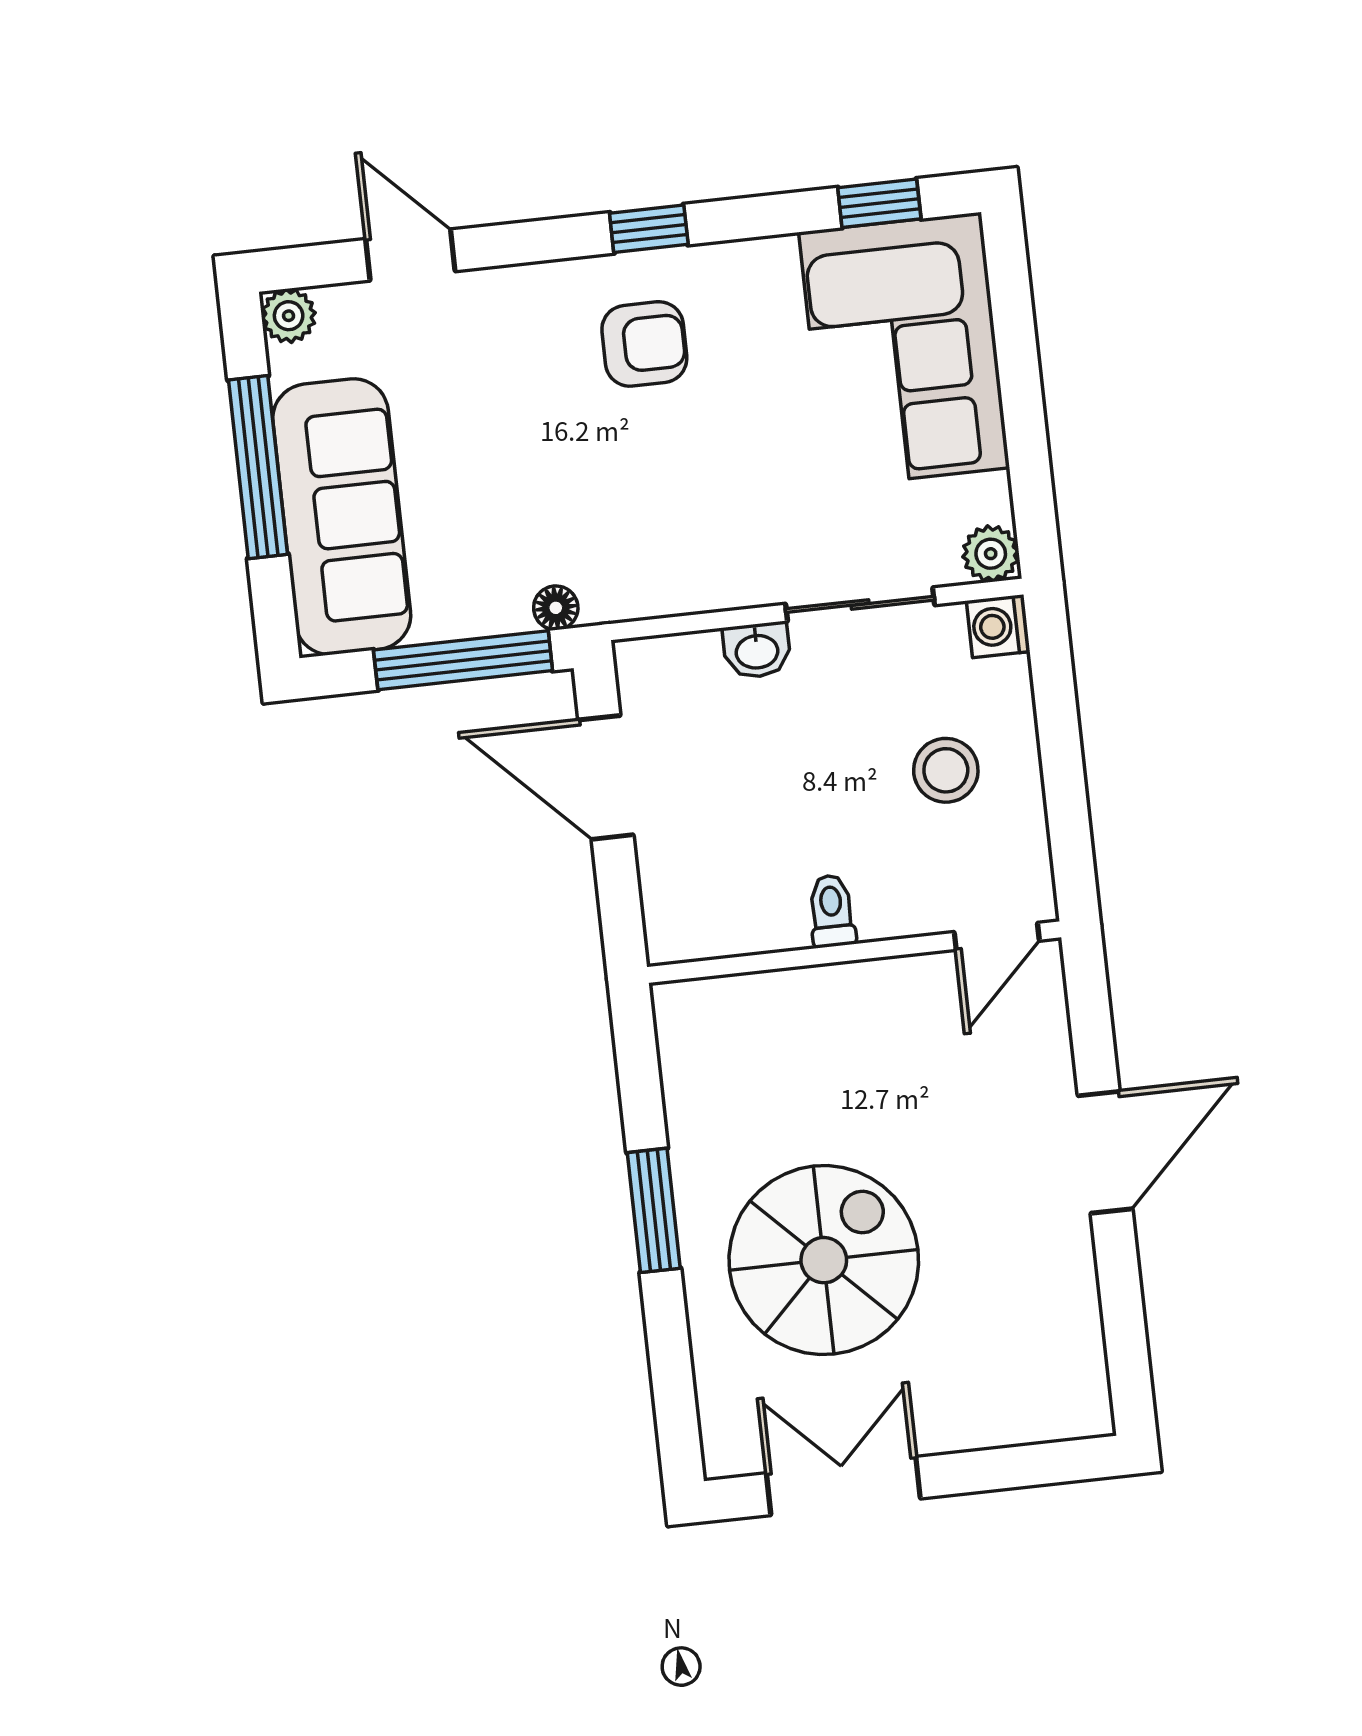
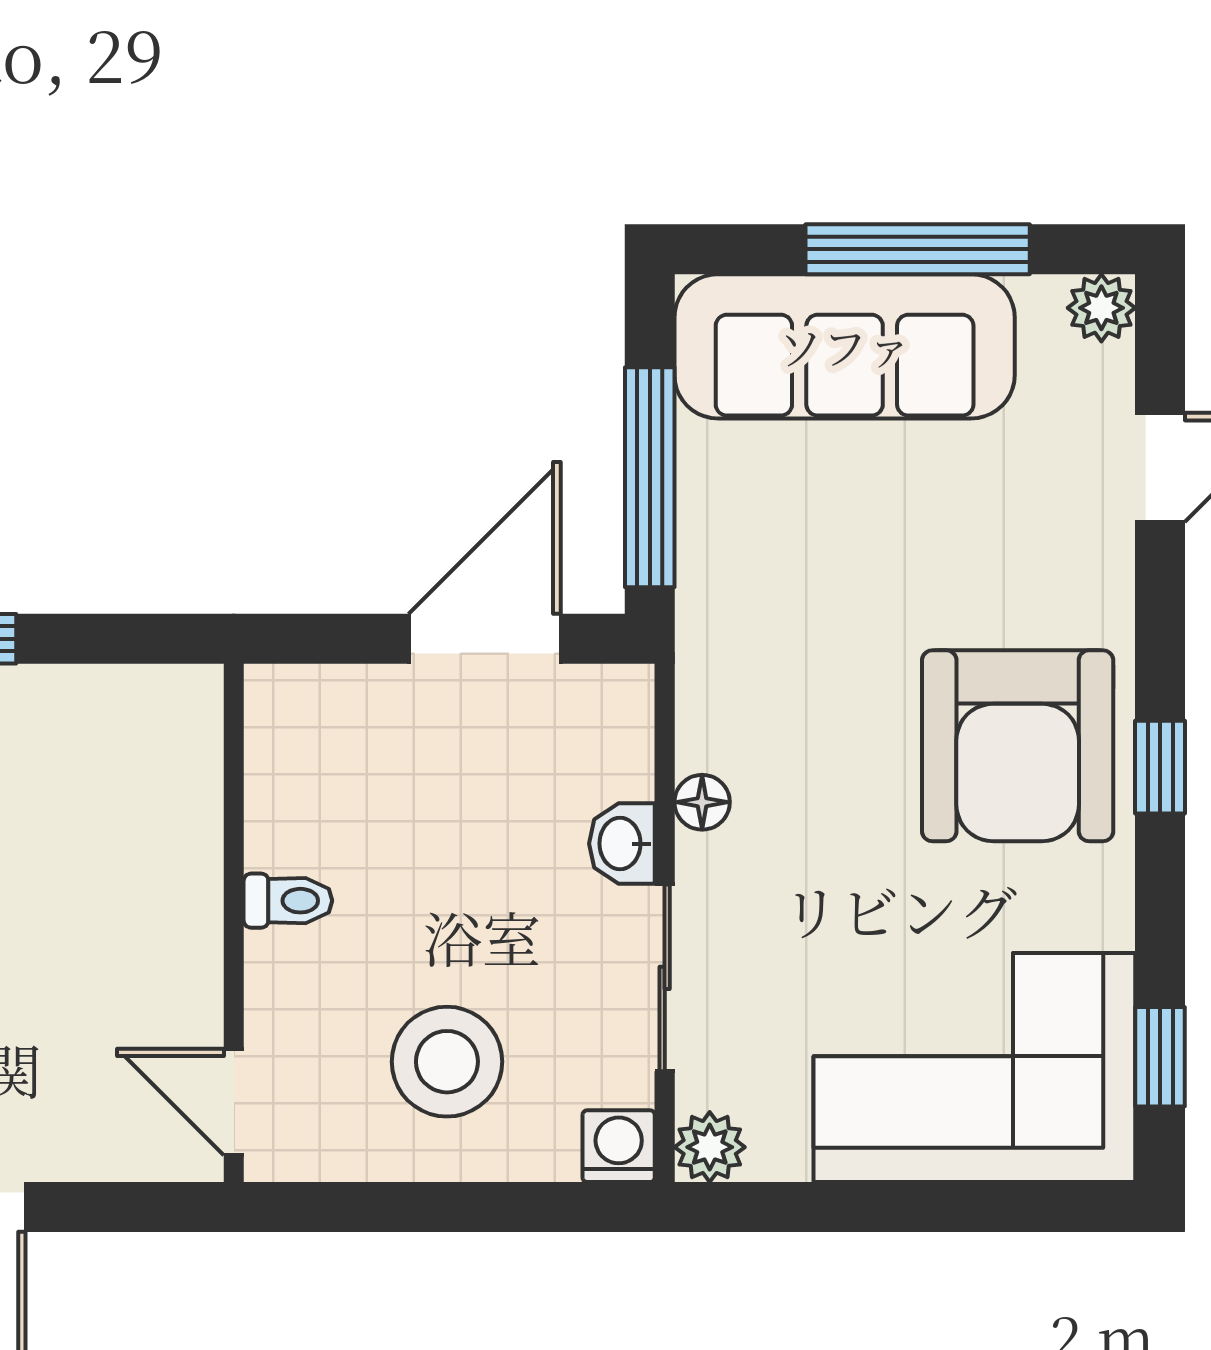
armchair: (644, 344) -> (1018, 746), width x1.88, depth x1.88
floor lamp: (556, 608) -> (702, 802), moved
stool: (946, 770) -> (447, 1062), width x1.38, depth x1.38

